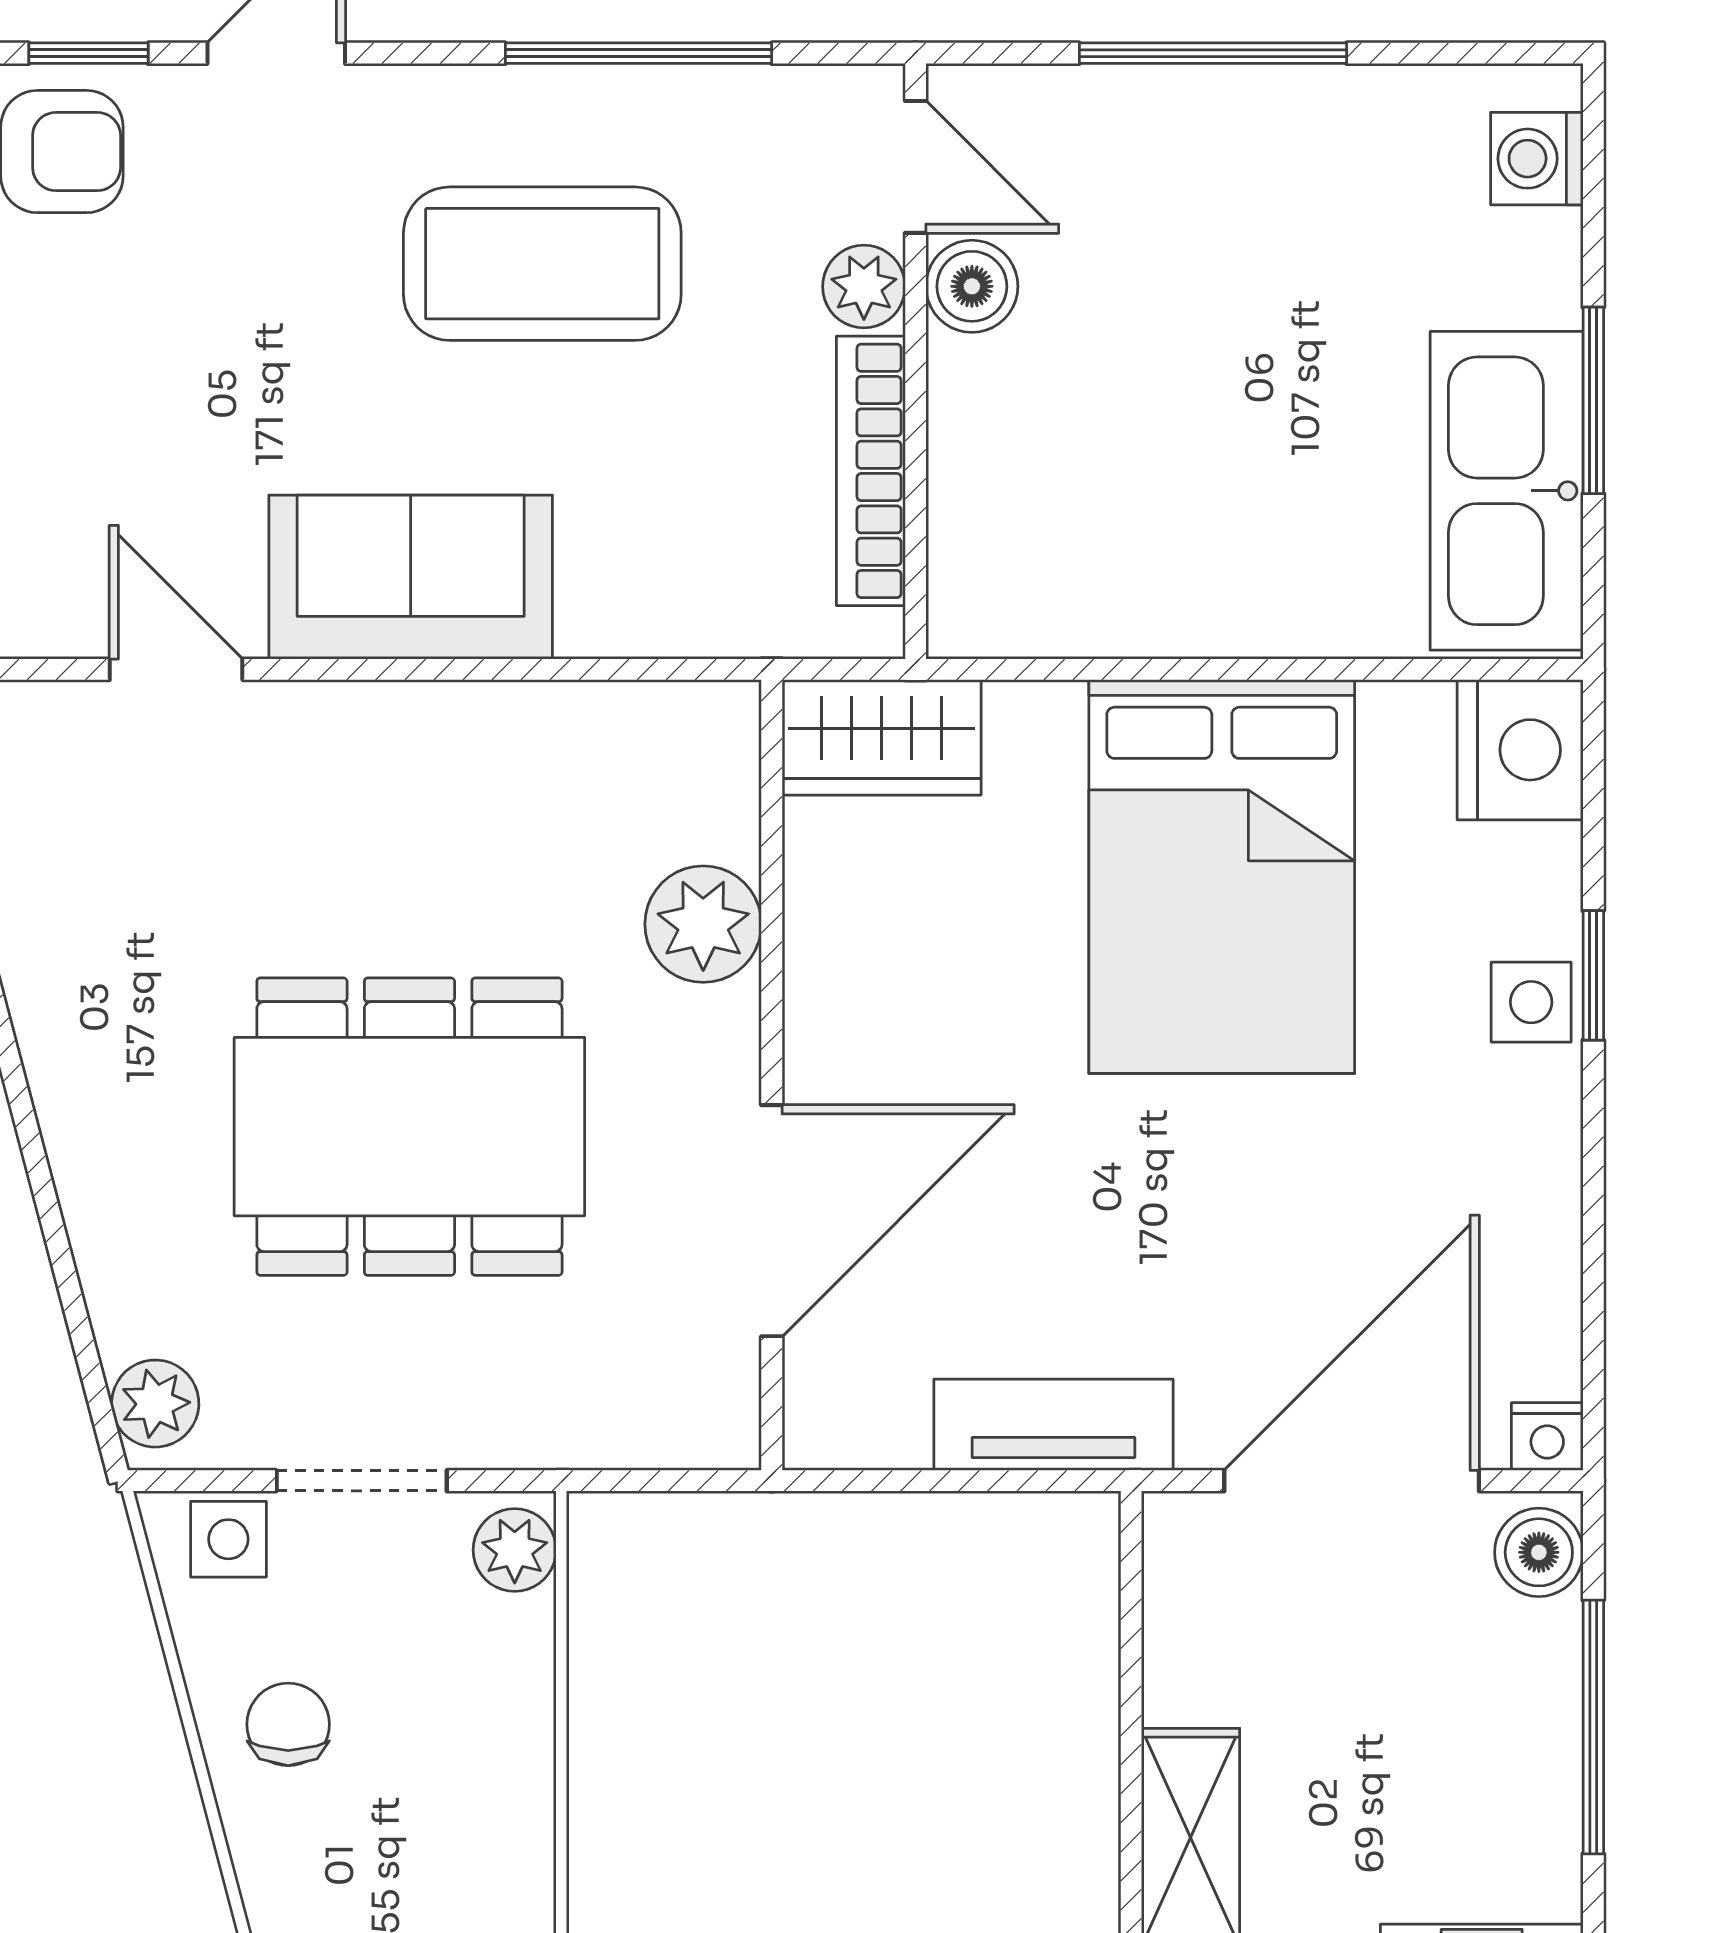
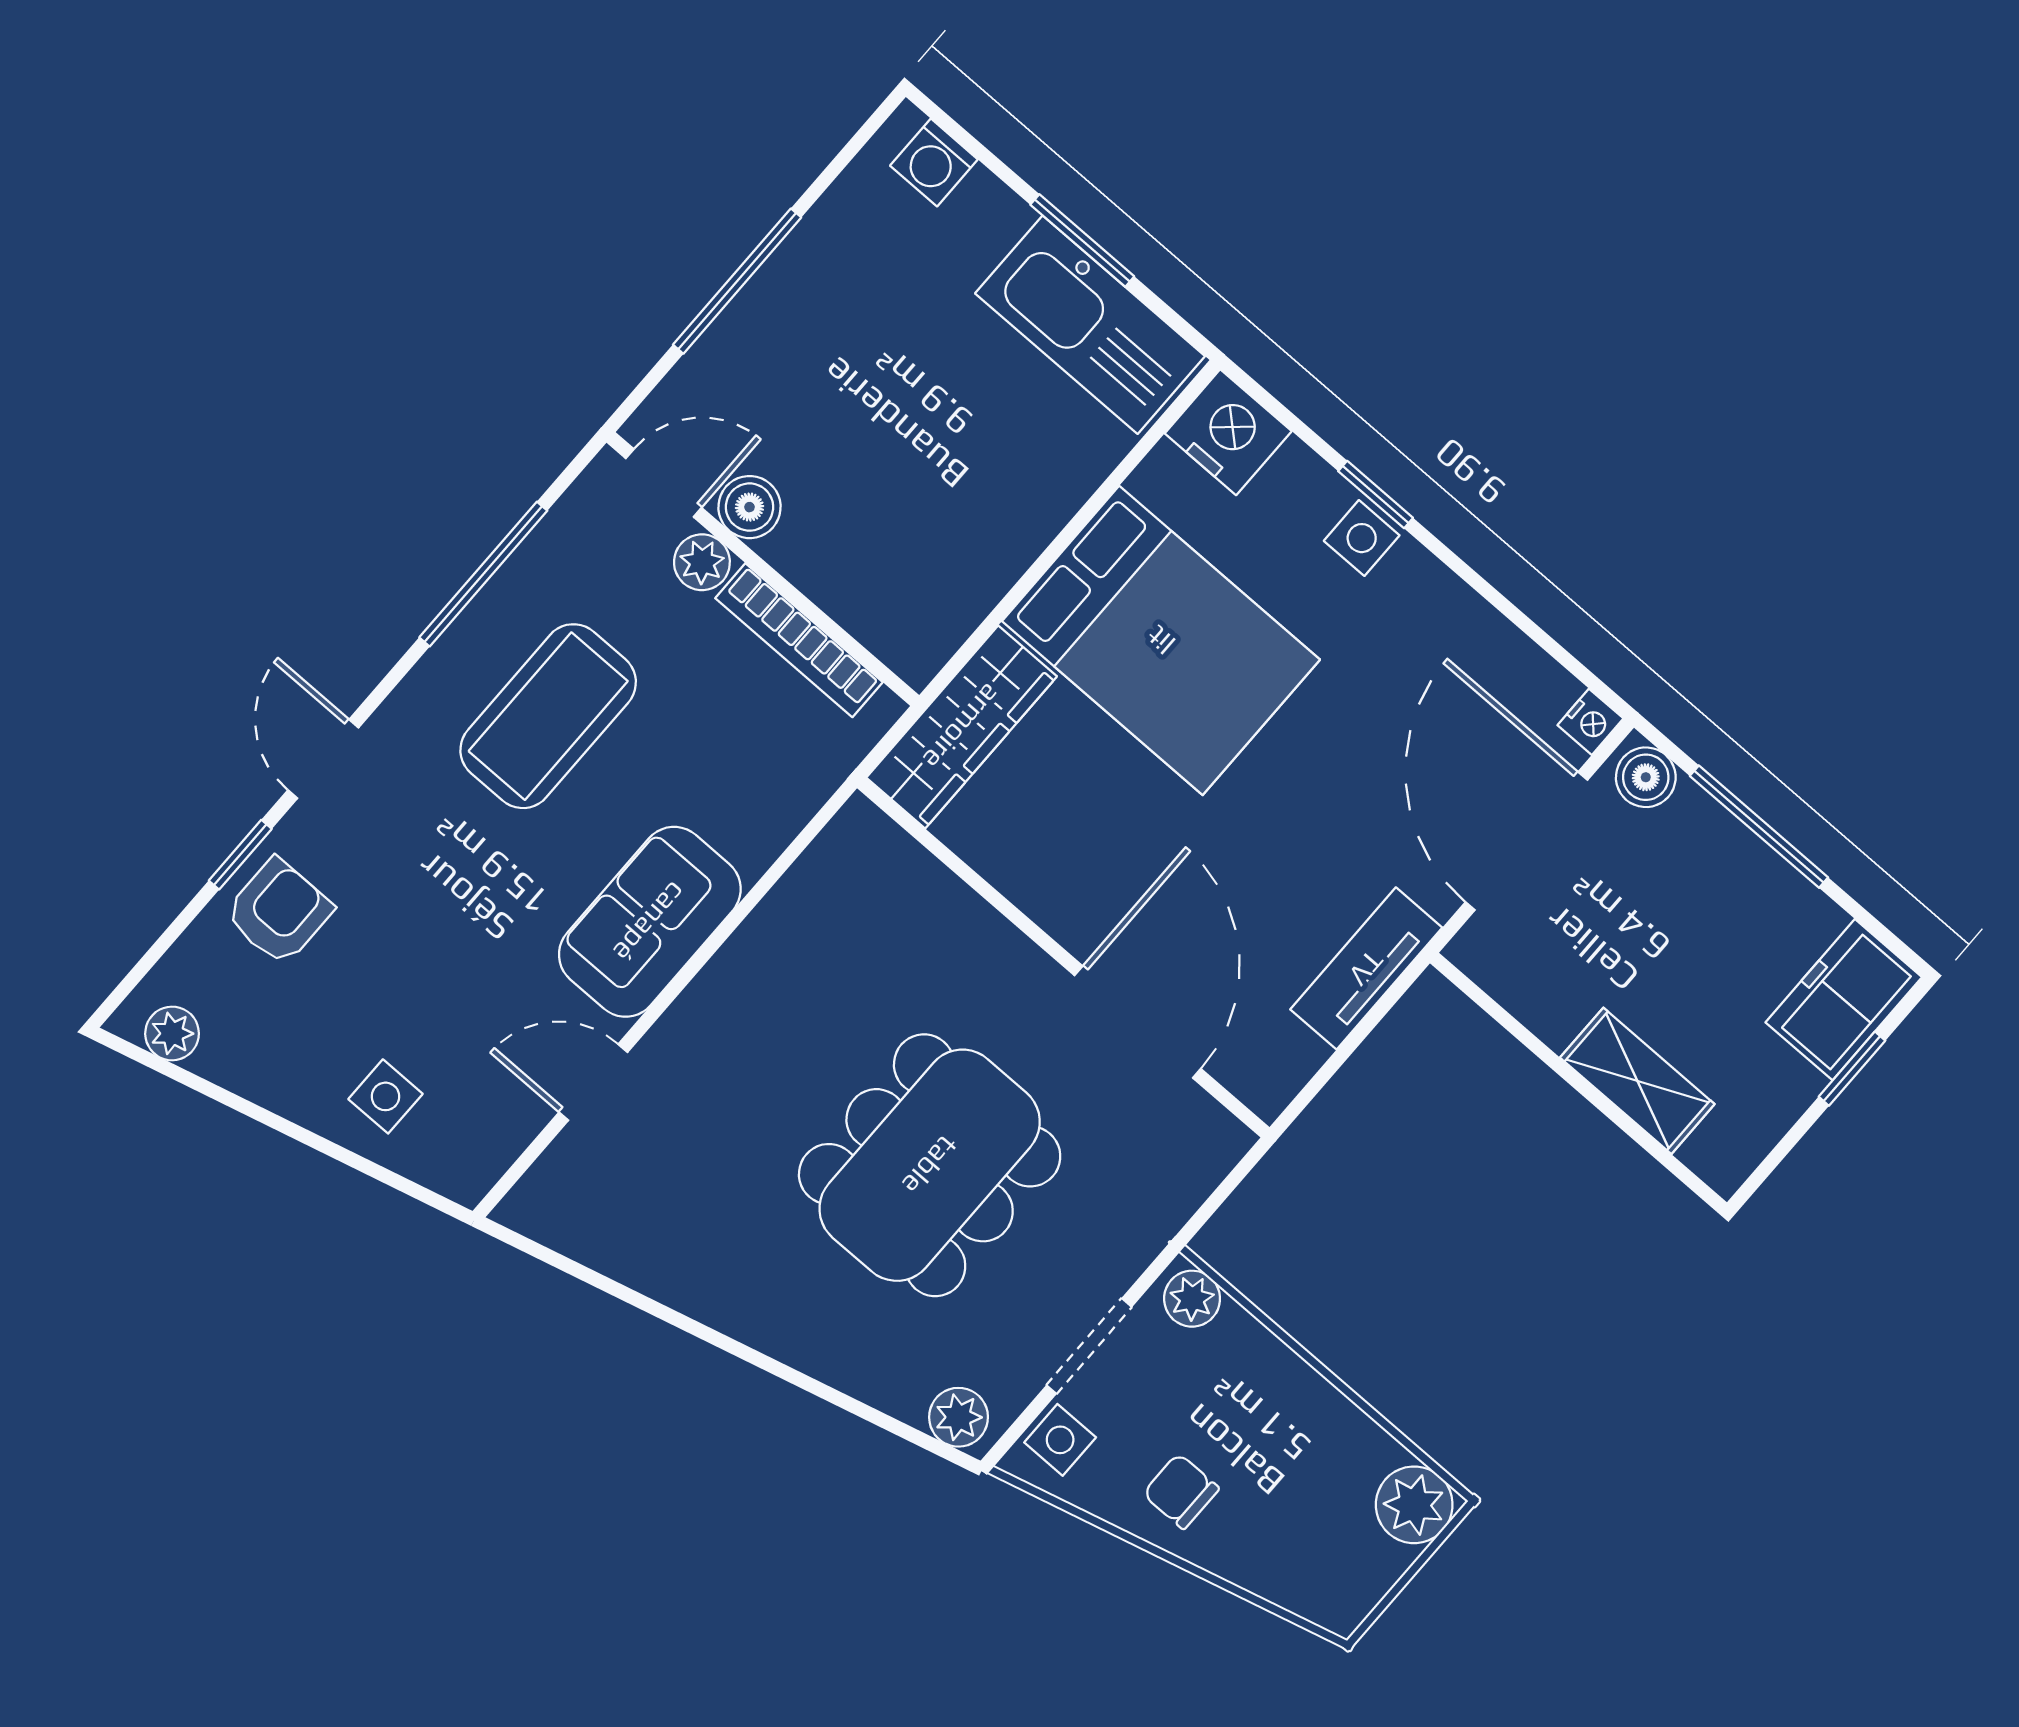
wardrobe: (882, 737) -> (962, 727), width x1.50
plant: (703, 924) -> (956, 926), removed

